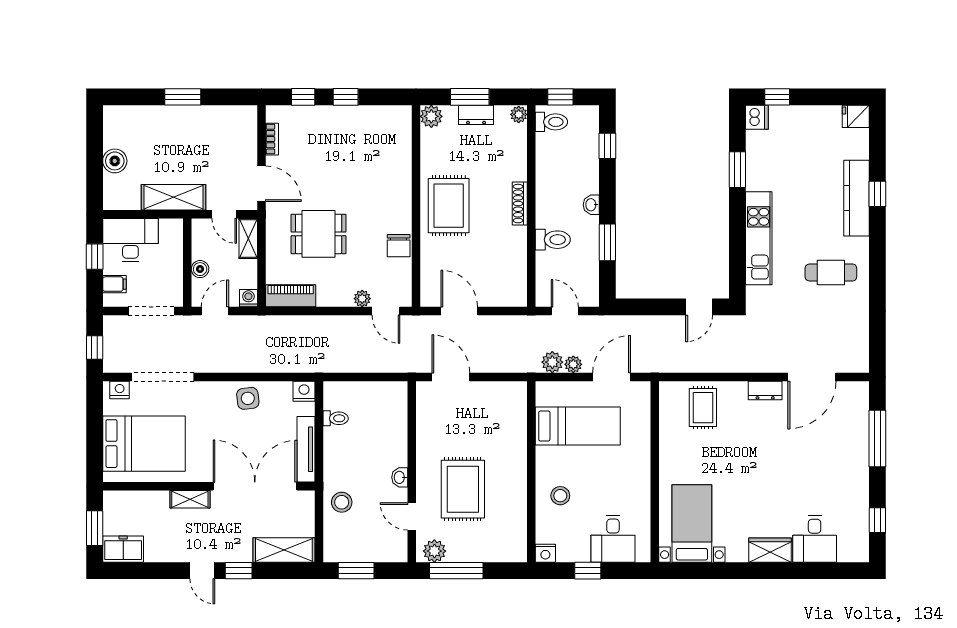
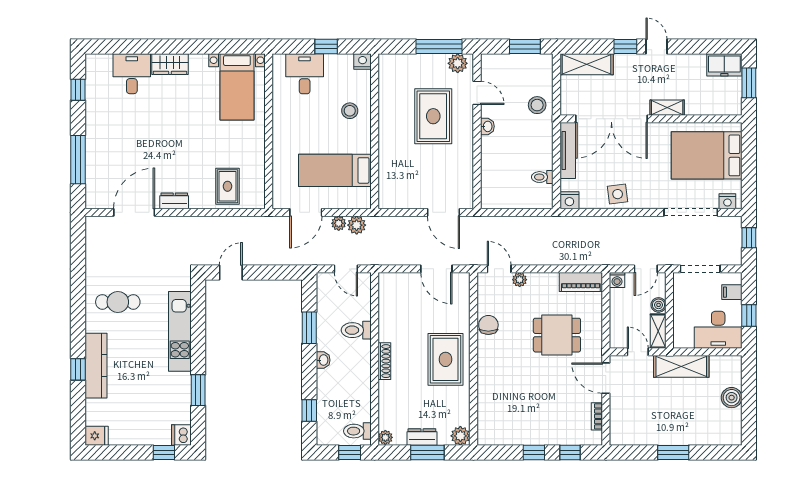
shelving: (248, 239) -> (658, 331), moved

